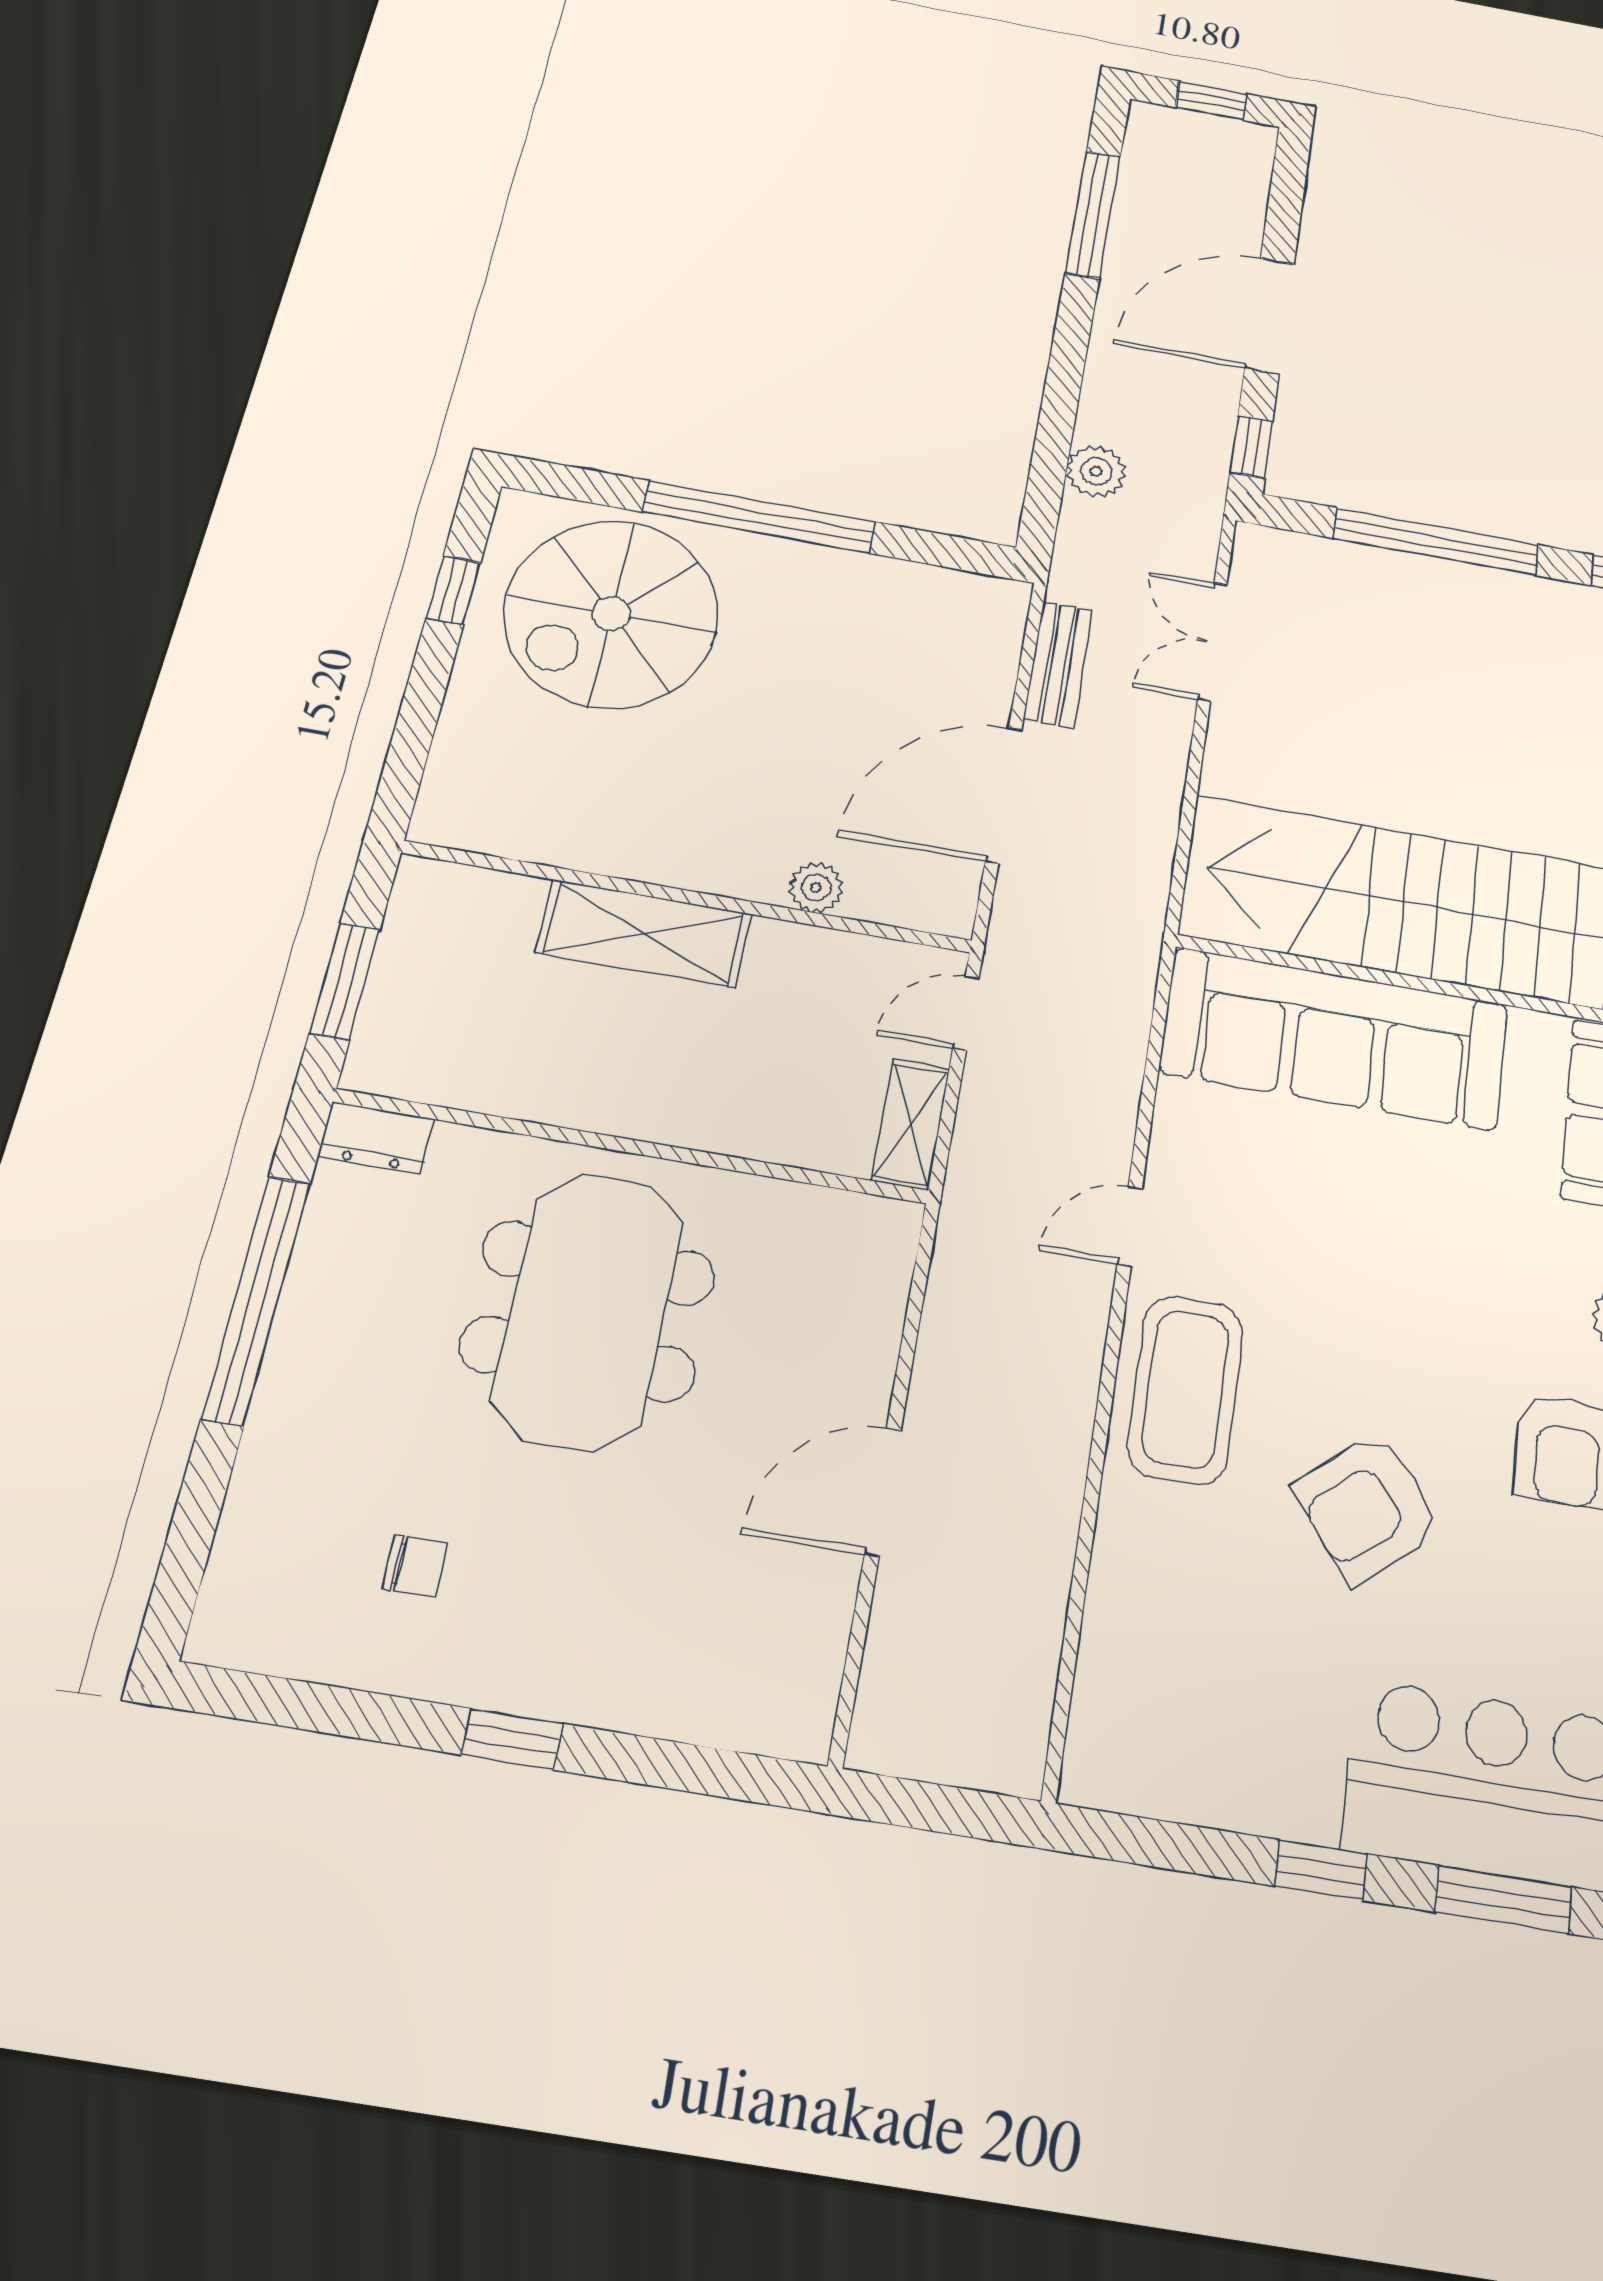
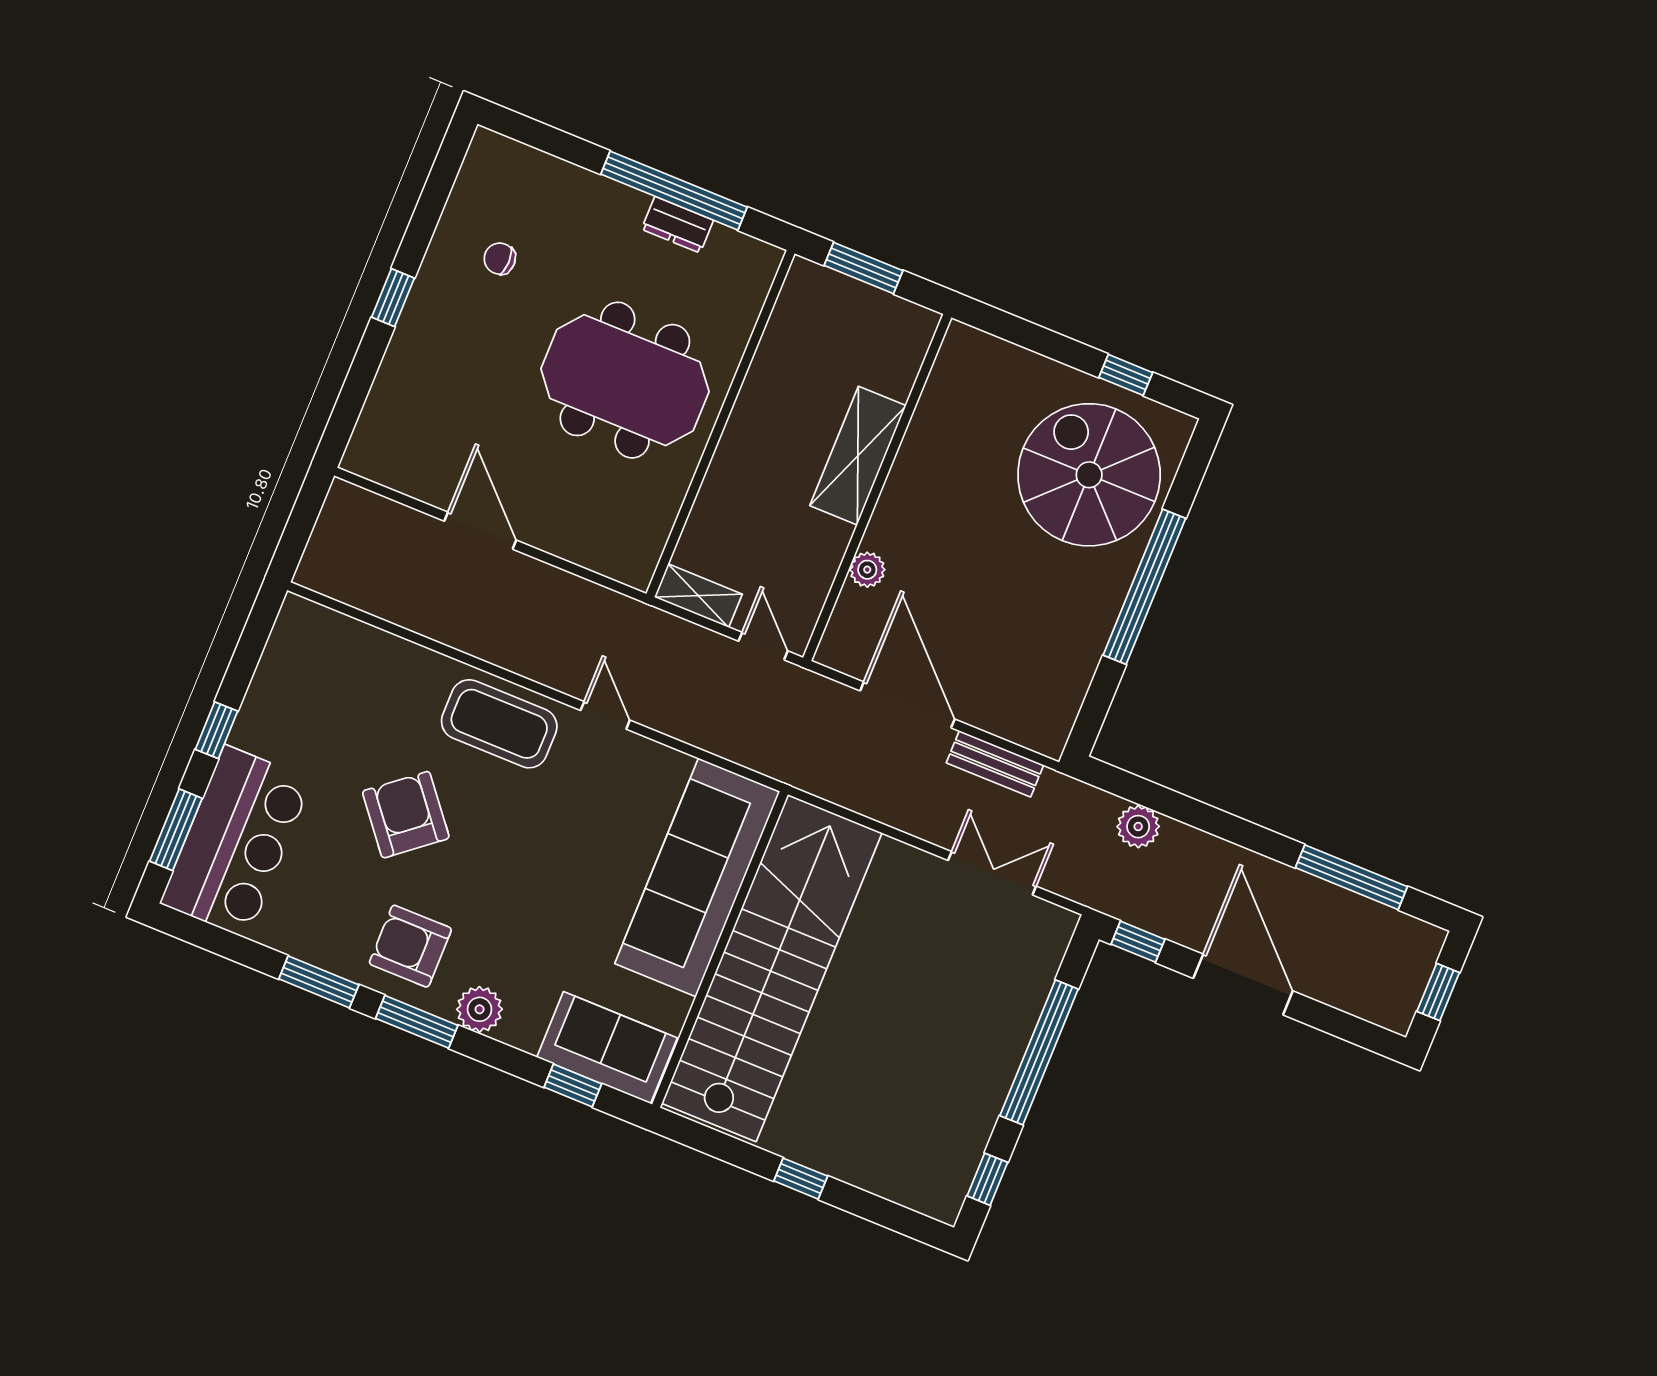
dresser: (376, 1138) -> (677, 225), moved, turned -90
chair: (415, 1566) -> (500, 259), turned 90

